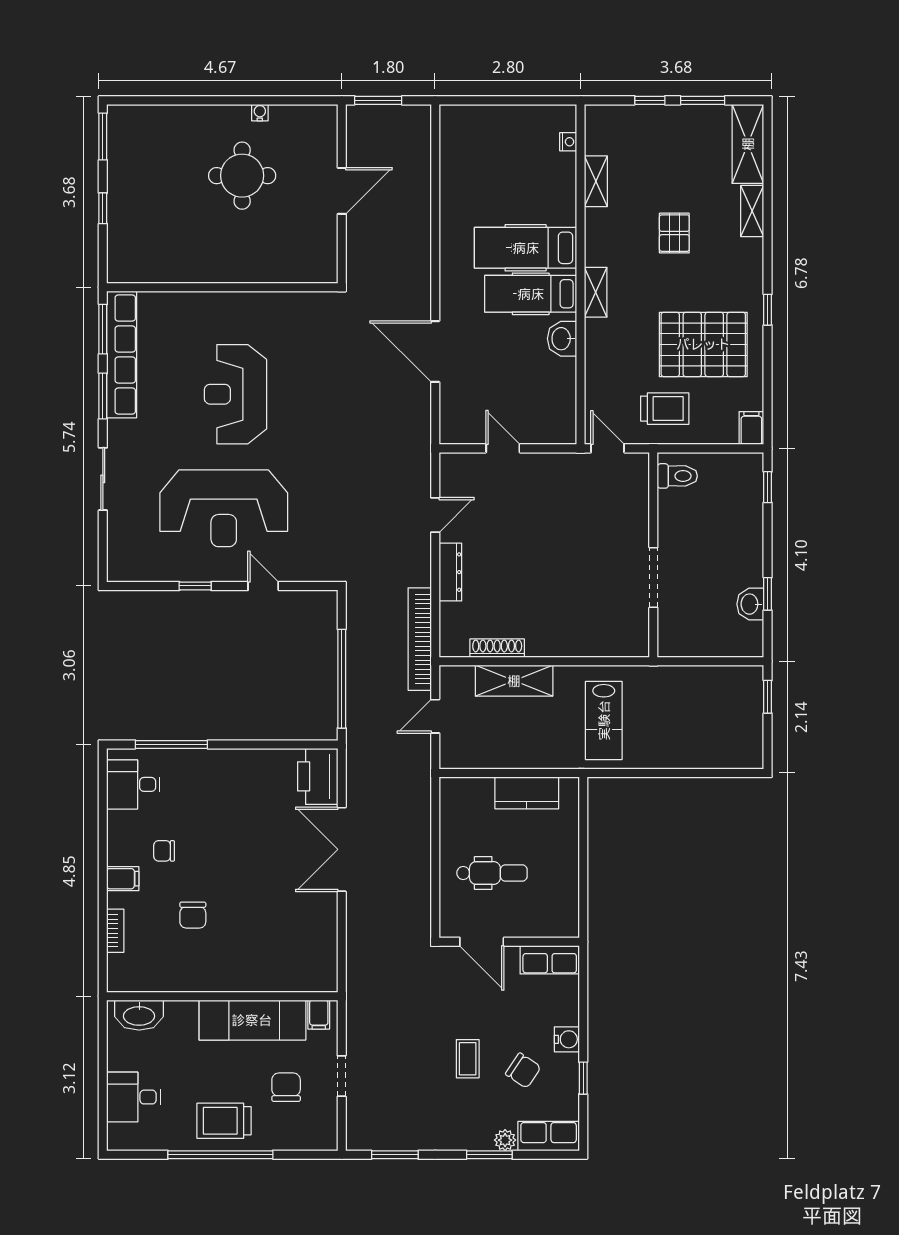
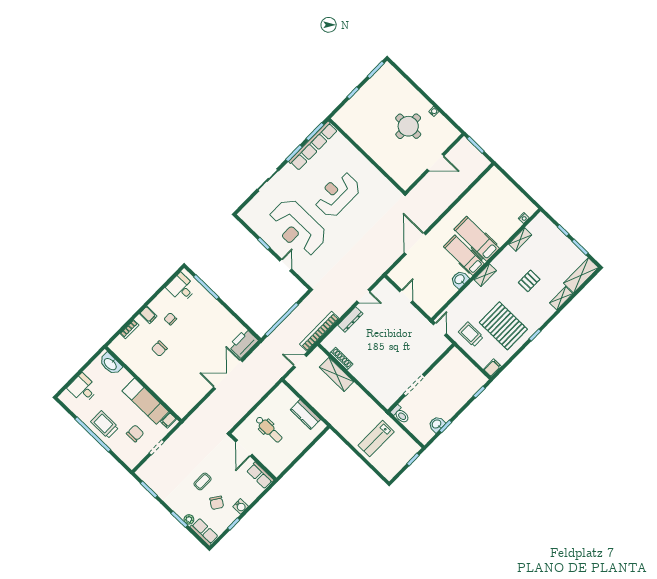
trolley: (665, 409) -> (471, 334), turned 180
toilet: (677, 476) -> (400, 414), moved
lab bench: (604, 720) -> (376, 439), moved

